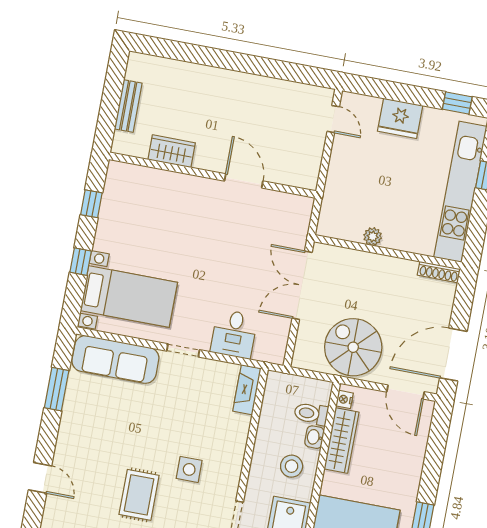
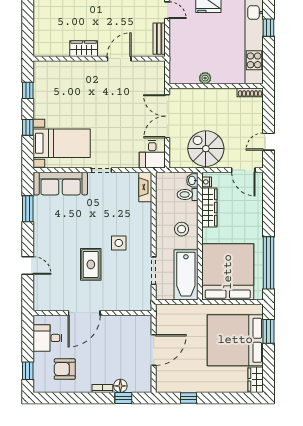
bench: (128, 106) -> (159, 39), moved
wardrobe: (172, 151) -> (84, 49), moved
door: (244, 181) -> (119, 59), hinge flipped
desk: (234, 334) -> (152, 154), moved
door: (453, 355) -> (268, 142), width x0.53
washbasin: (314, 437) -> (192, 180), moved

